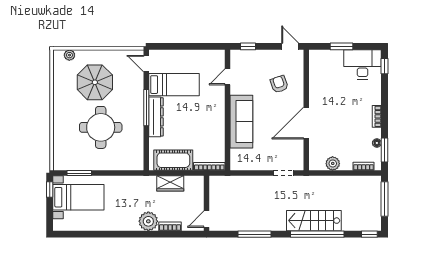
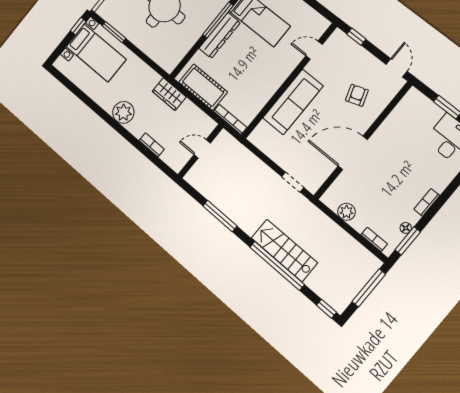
wardrobe: (170, 183) -> (169, 94), moved
door: (207, 219) -> (202, 149), moved
plant: (148, 221) -> (123, 112), moved

